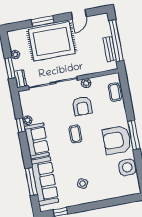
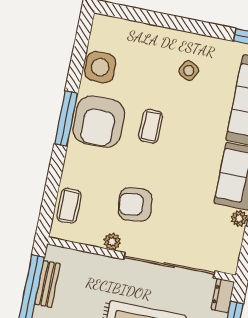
armchair: (82, 106) -> (135, 205), turned -97
coffee table: (75, 134) -> (151, 126), moved
armchair: (117, 140) -> (99, 122), turned 90

